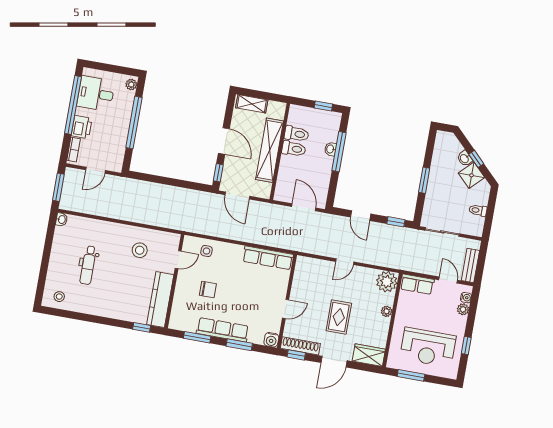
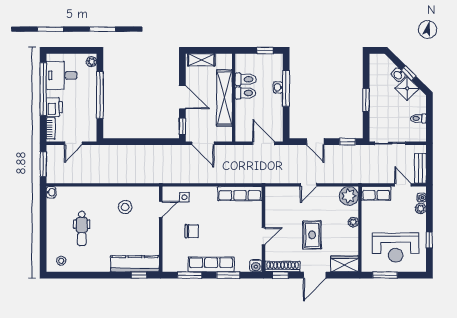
kitchen counter: (160, 300) -> (135, 264), moved, turned 90

